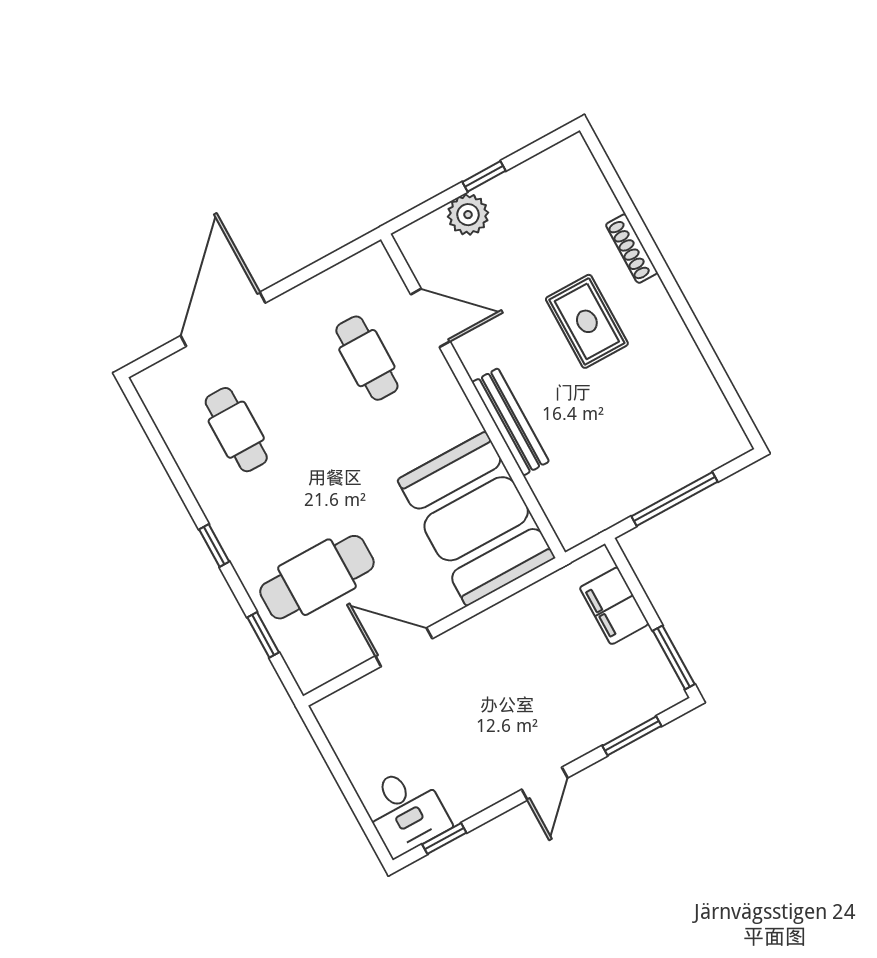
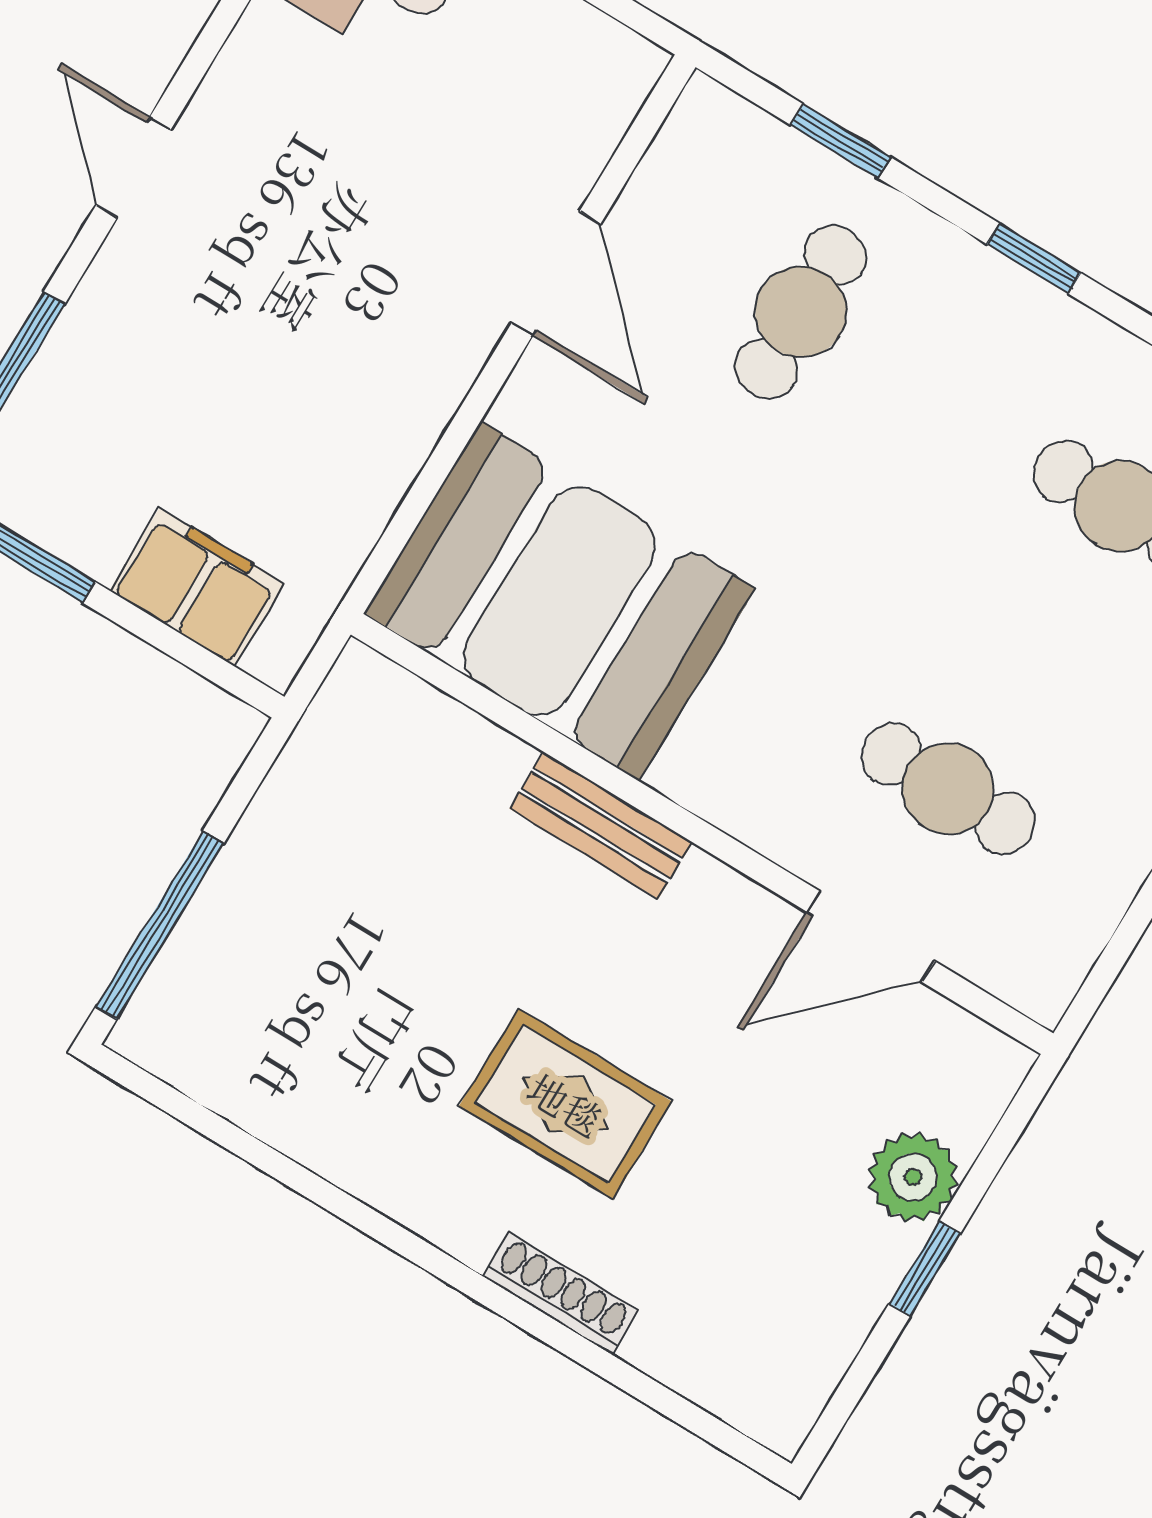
bench: (510, 422) -> (601, 825), width x0.73
window: (675, 499) -> (160, 925), moved
cafe table: (317, 577) -> (801, 312), width x0.73, depth x0.74
door: (404, 647) -> (556, 273), hinge flipped

